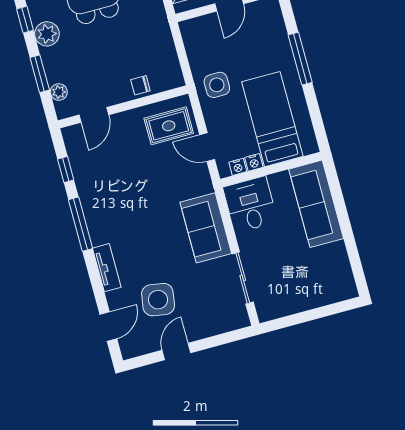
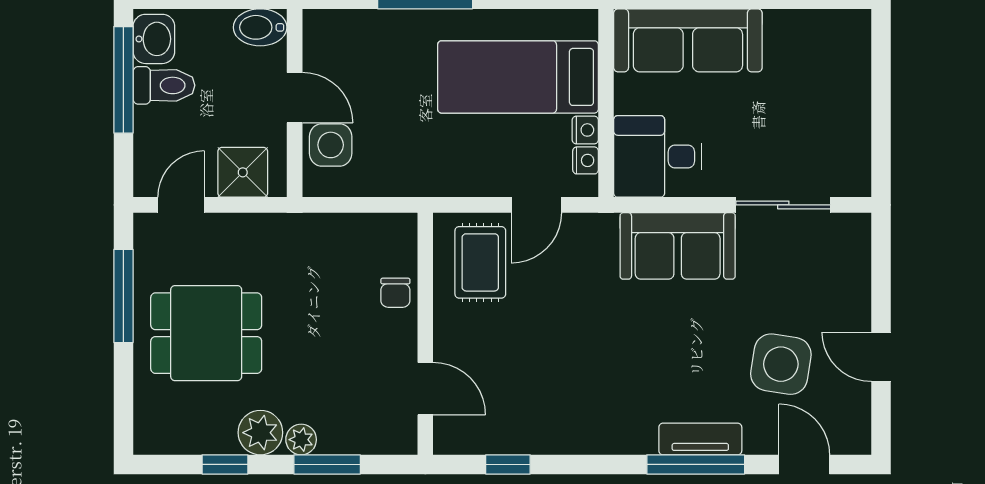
side table: (217, 85) -> (331, 145), moved
plant: (59, 92) -> (301, 440), moved
window: (80, 224) -> (696, 464), moved

